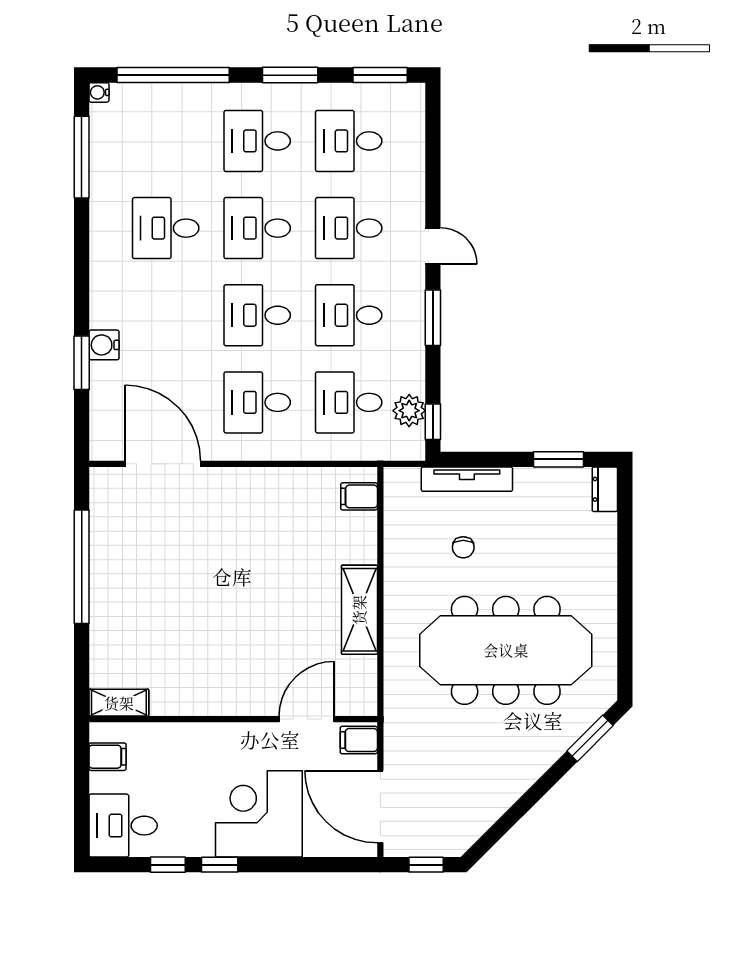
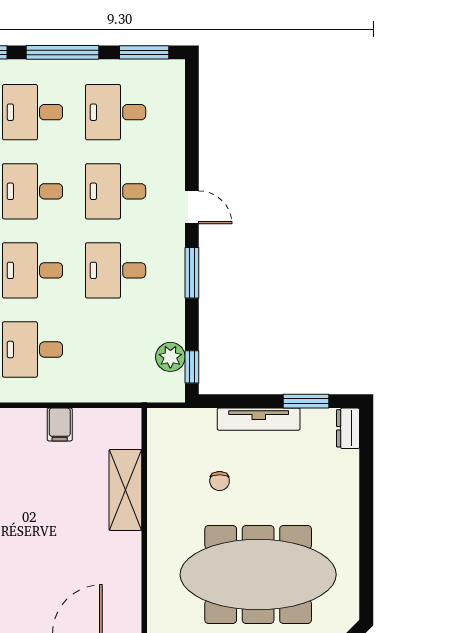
window: (290, 75) -> (62, 52), width x1.44
desk: (349, 402) -> (116, 349), removed
tv unit: (467, 479) -> (259, 419), moved
filing cabinet: (359, 496) -> (60, 425), moved, turned -90
shelving: (359, 610) -> (125, 490), moved

